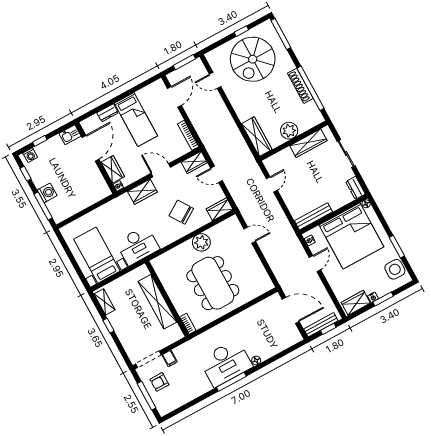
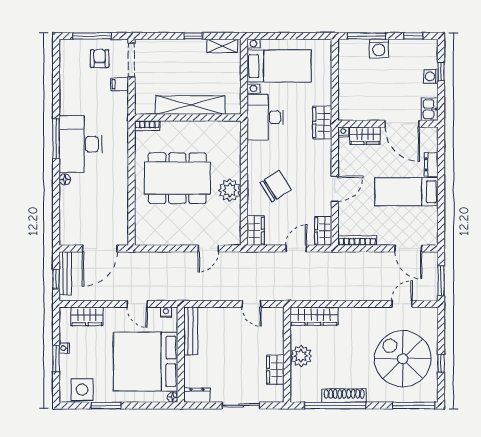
wardrobe: (308, 143) -> (275, 370), width x0.67
washing machine: (30, 155) -> (431, 76), moved
wardrobe: (142, 192) -> (322, 123), moved
wardrobe: (356, 303) -> (87, 316), moved, turned 90

